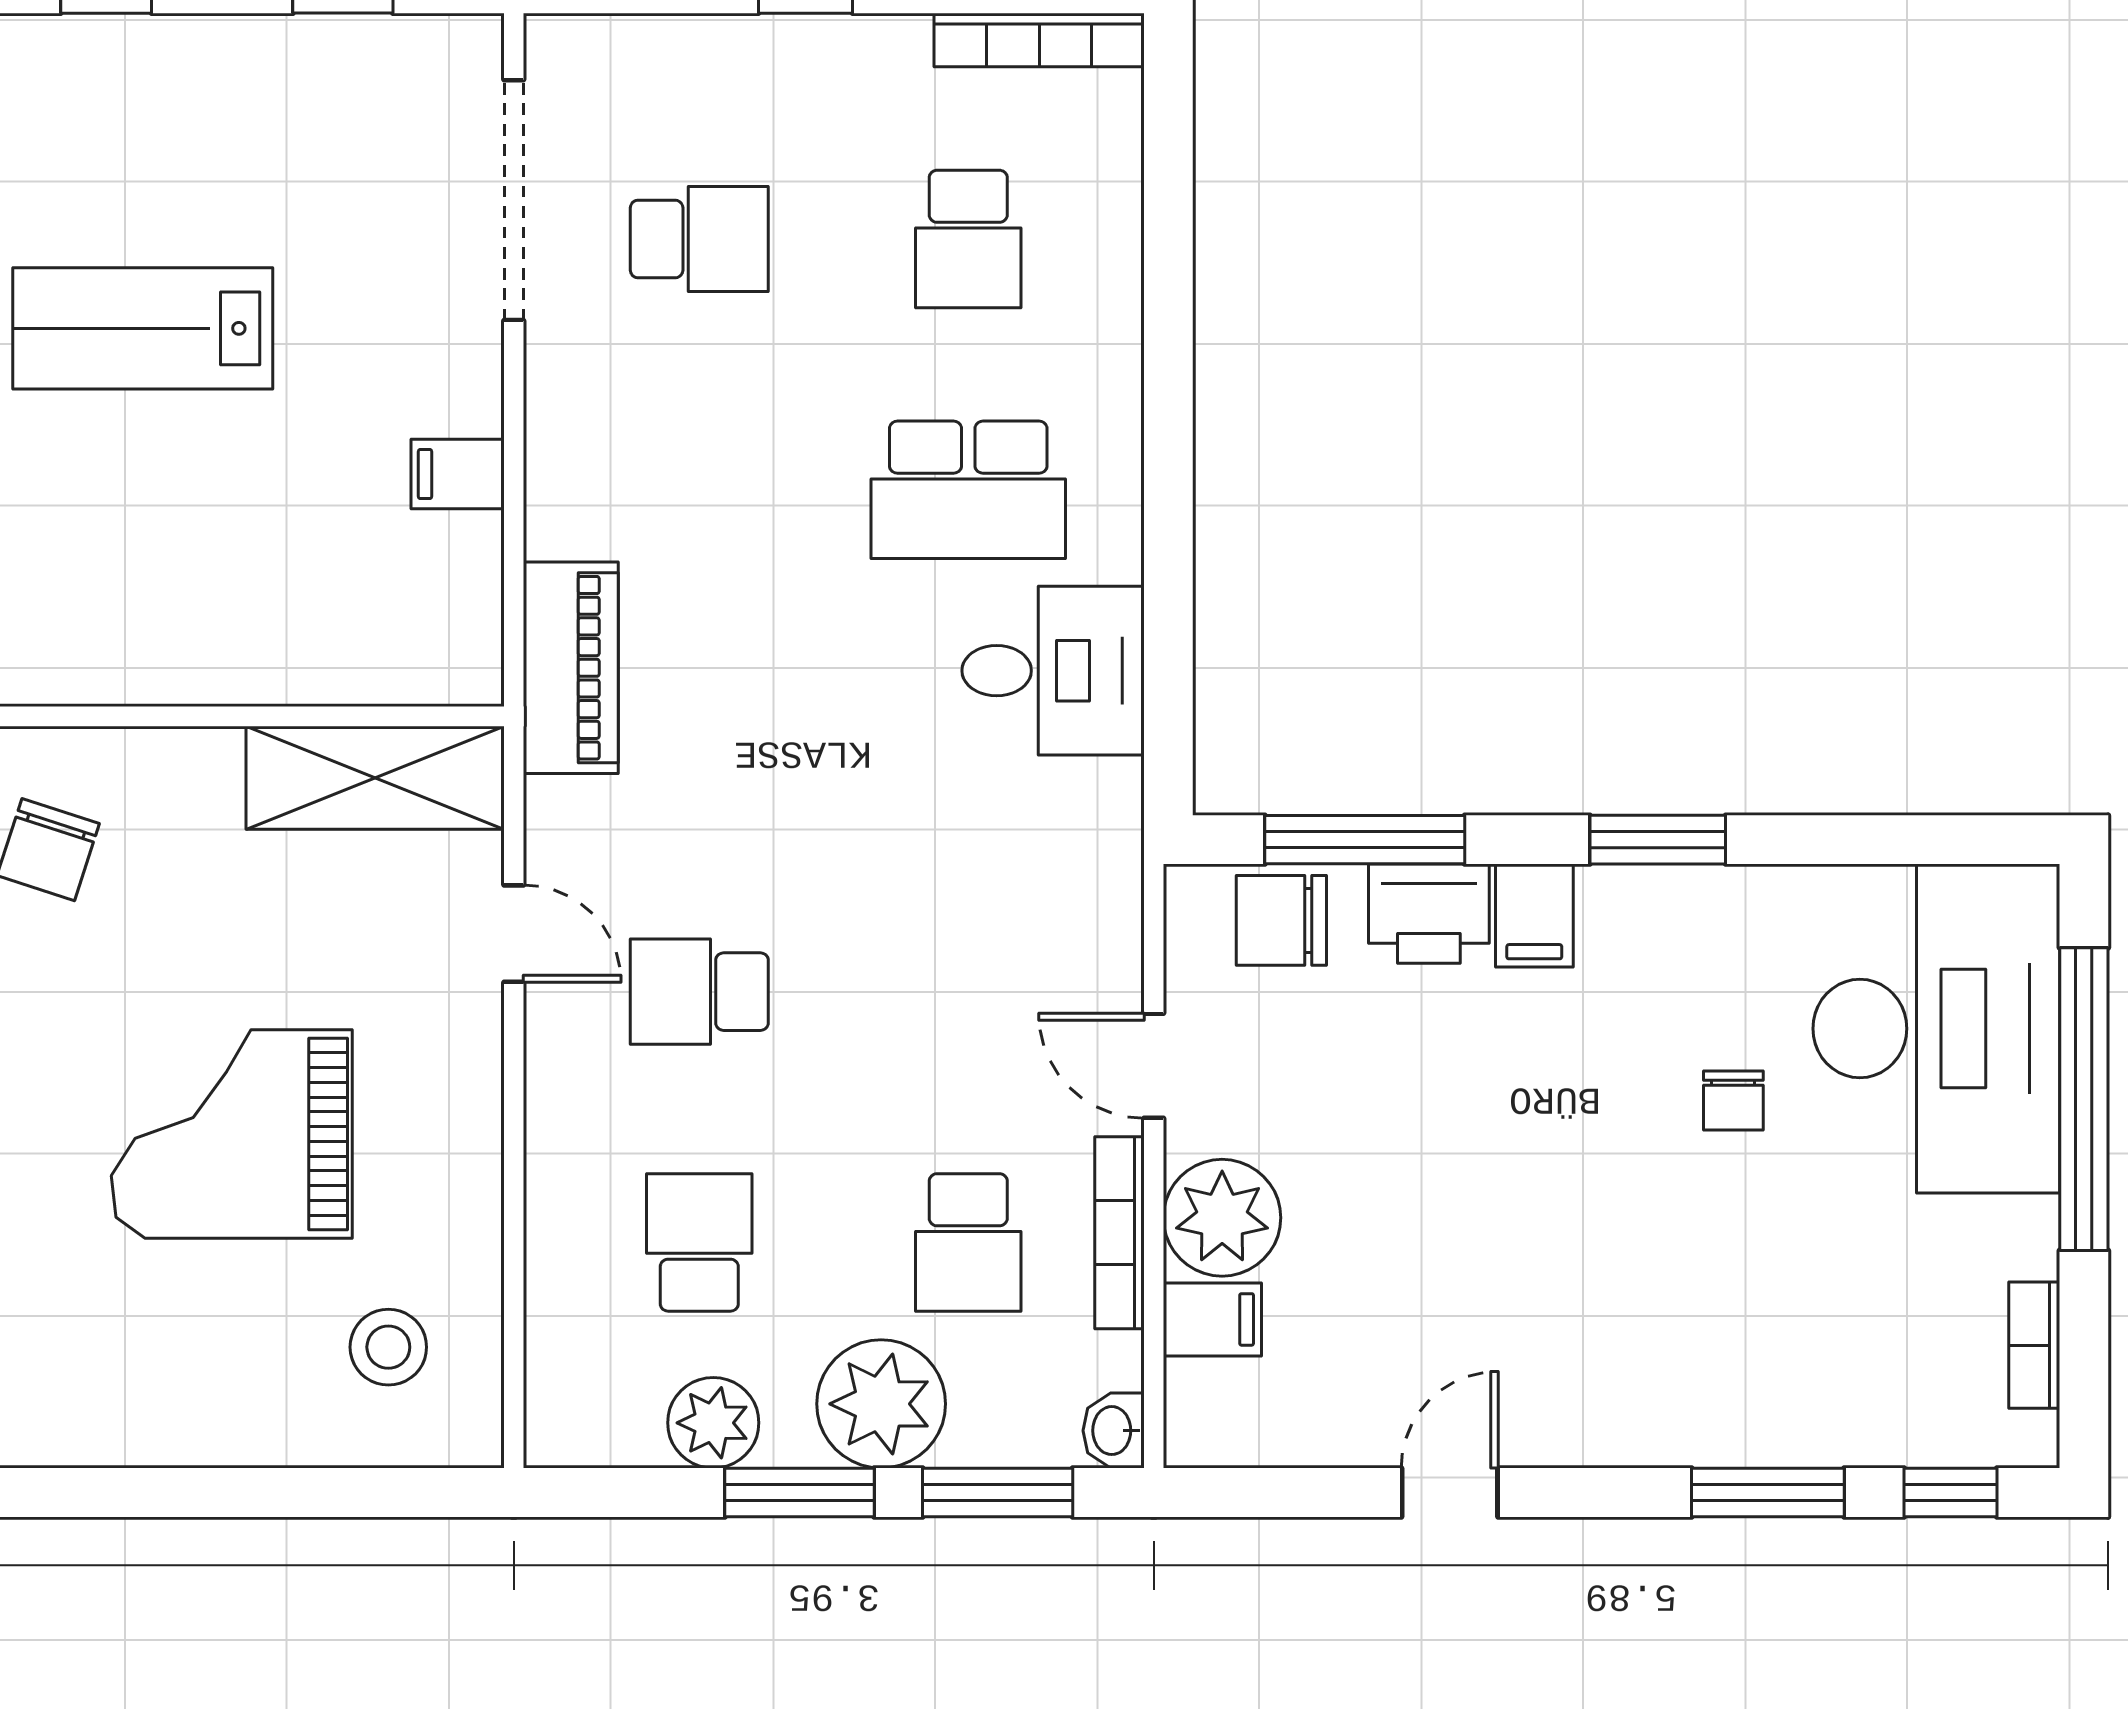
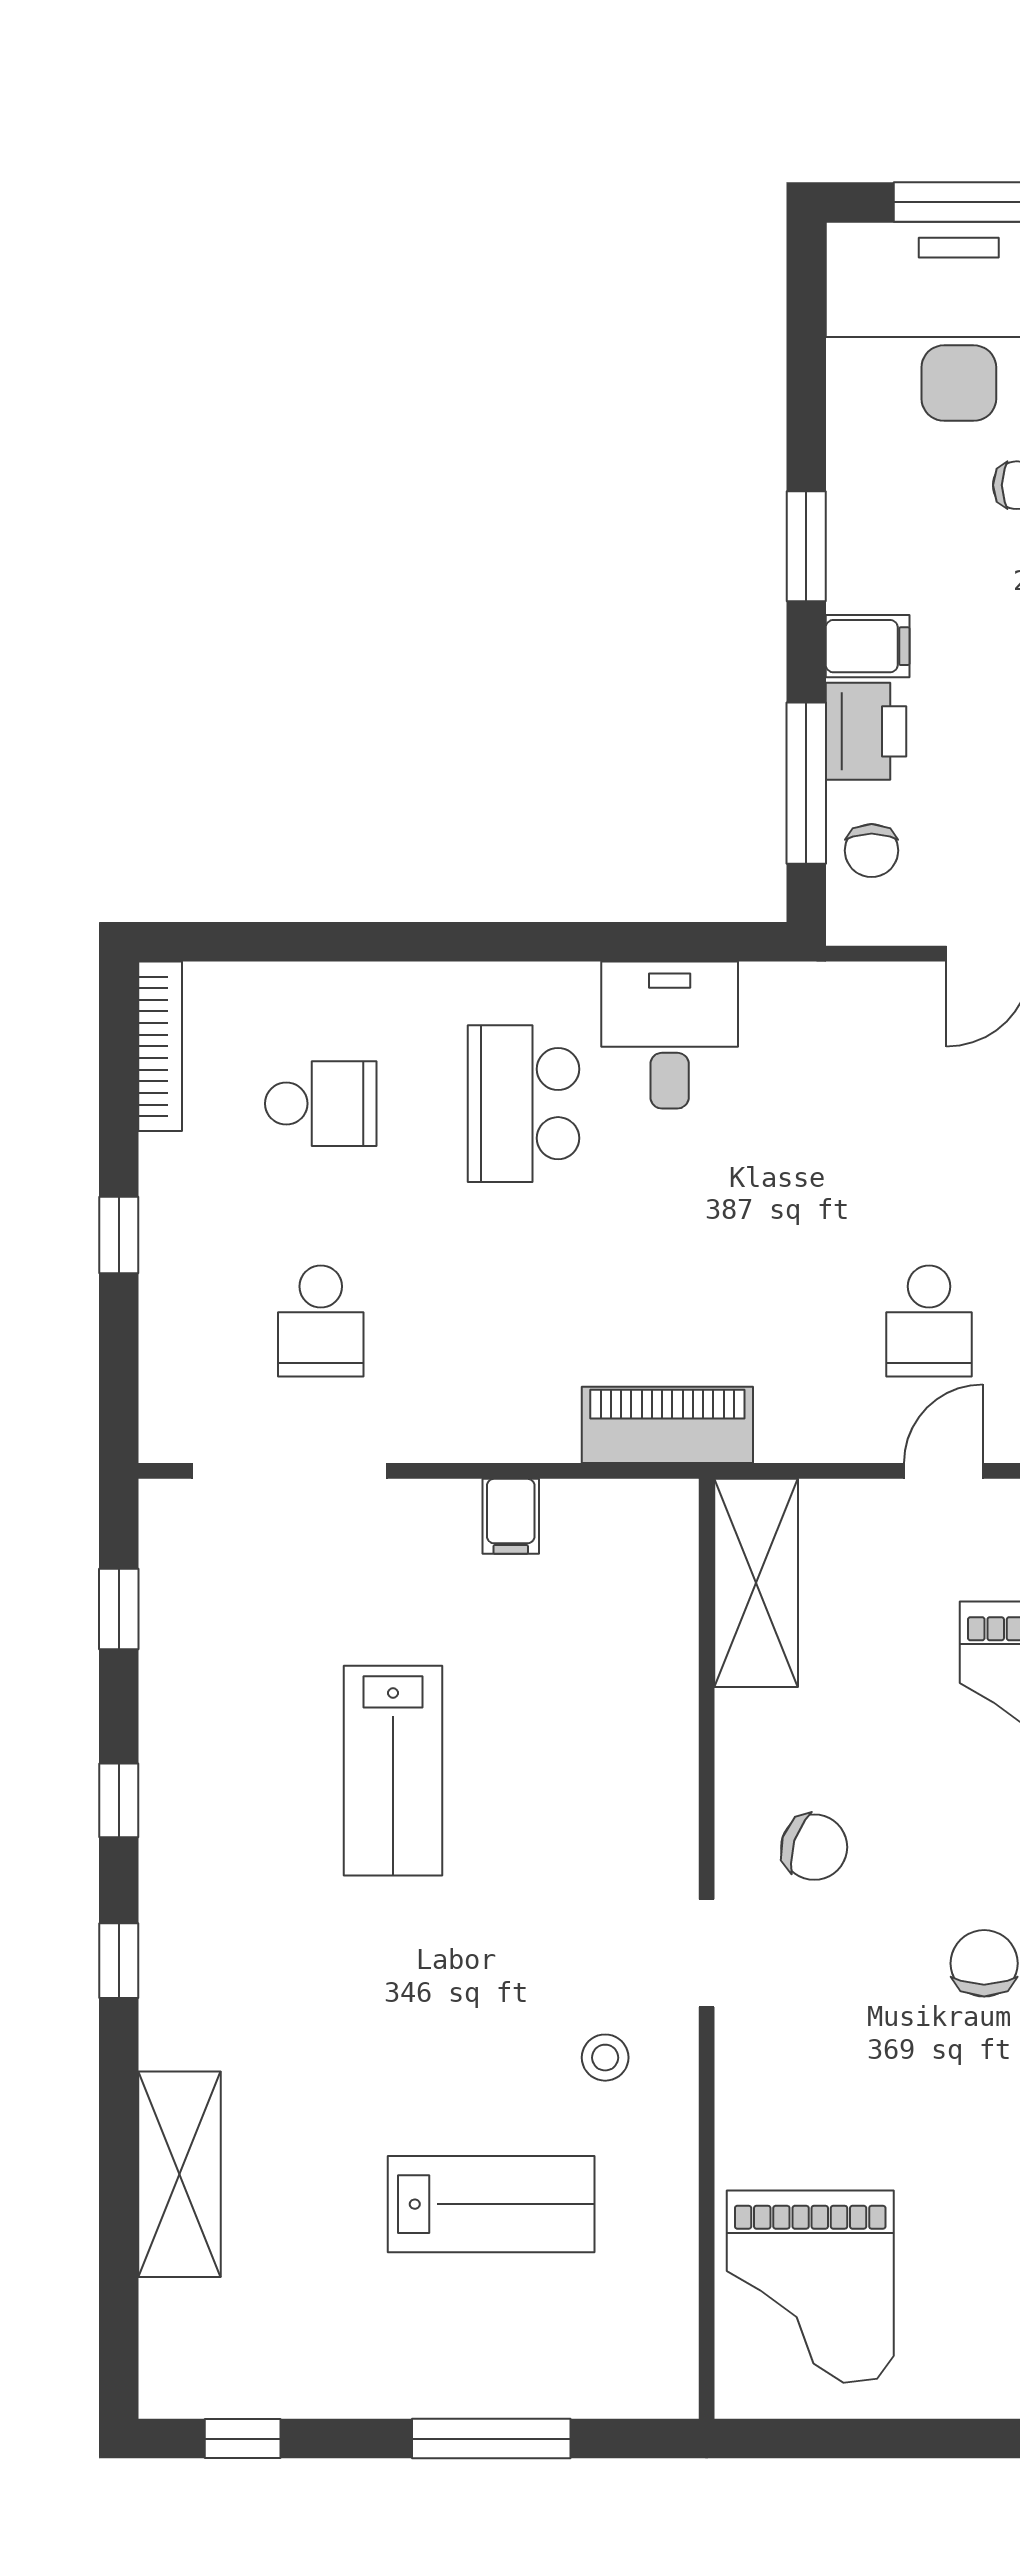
school desk: (699, 239) -> (321, 1321), turned 180
school desk: (968, 490) -> (524, 1104), turned 180
chair: (1281, 920) -> (872, 851), width x0.73, depth x0.73
door: (514, 934) -> (943, 1471), moved

